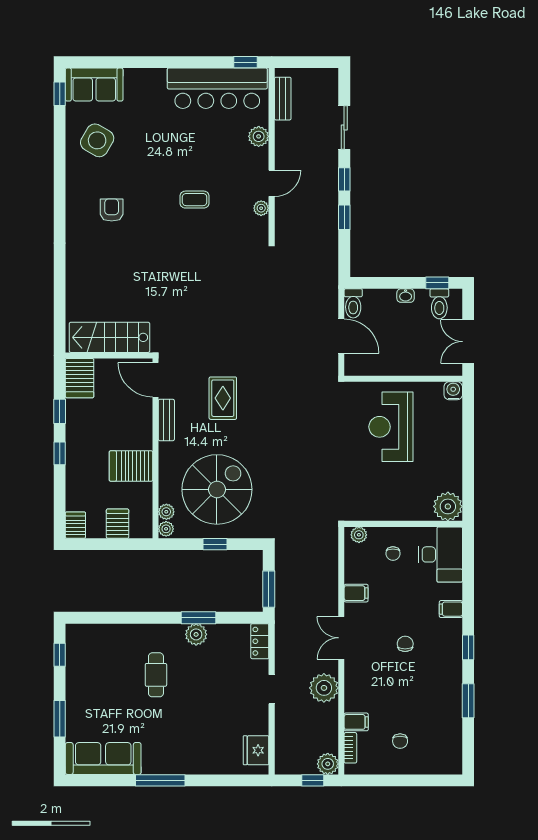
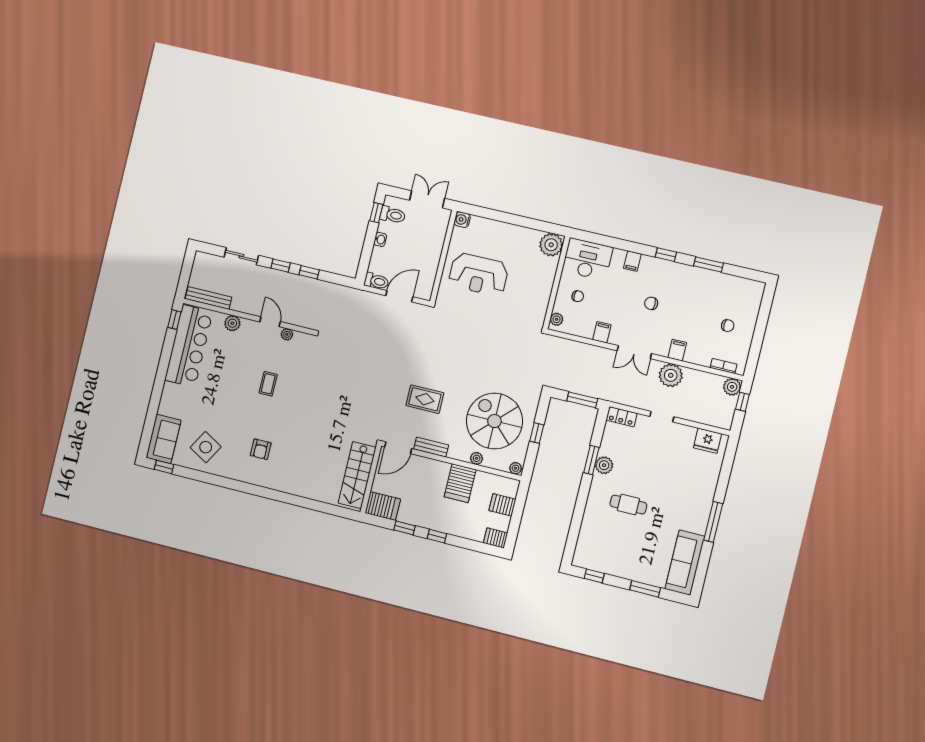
bench: (283, 99) -> (208, 298), width x1.36
armchair: (112, 210) -> (261, 449), turned -90
double door: (468, 342) -> (427, 199), swing flipped
plant: (166, 512) -> (477, 458), moved
filing cabinet: (356, 722) -> (677, 350), moved

